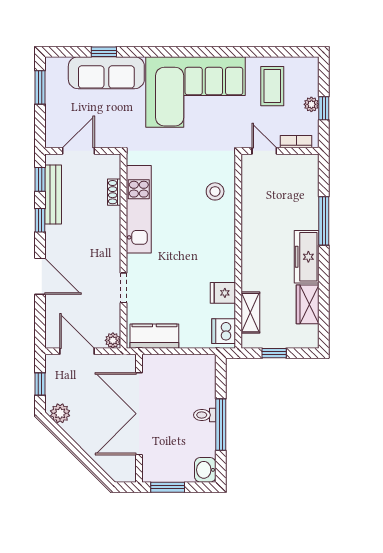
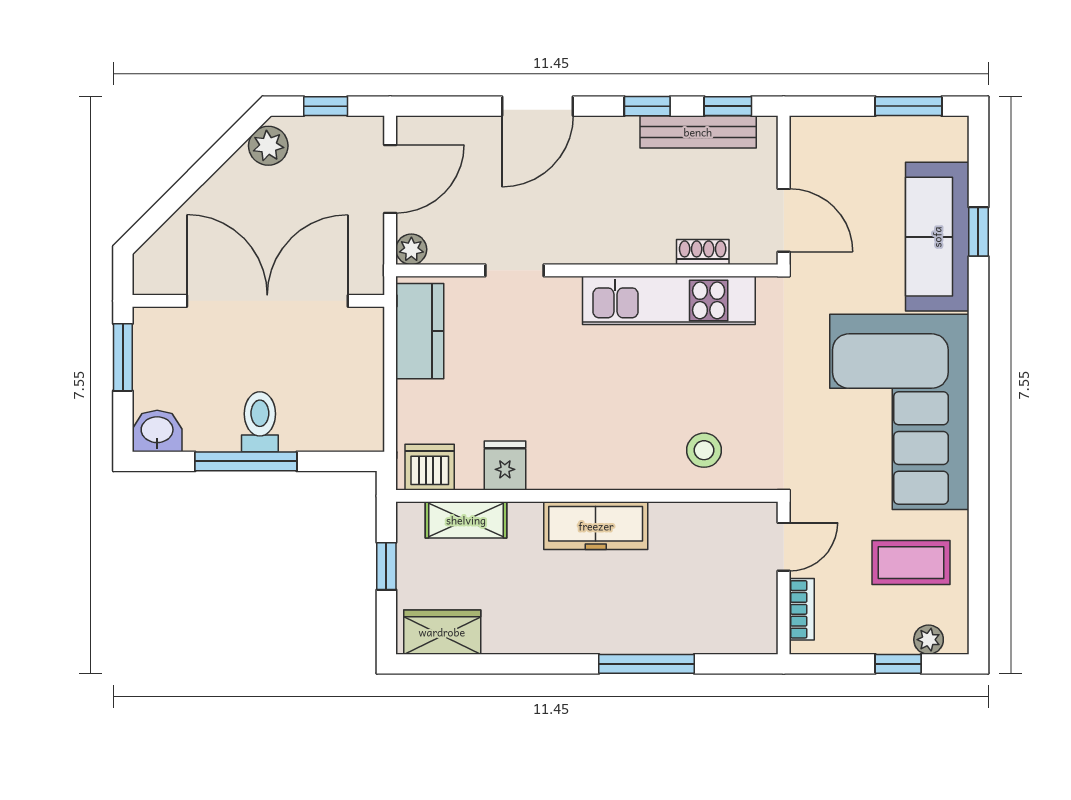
plant: (311, 104) -> (929, 640), moved
window: (324, 108) -> (898, 664), moved
door: (78, 151) -> (784, 220), moved
freezer: (307, 257) -> (596, 526), moved, turned 180
wardrobe: (308, 304) -> (442, 632), moved
toilet: (205, 415) -> (260, 422), width x1.37, depth x1.39

